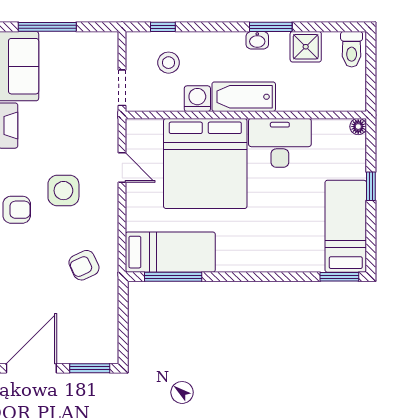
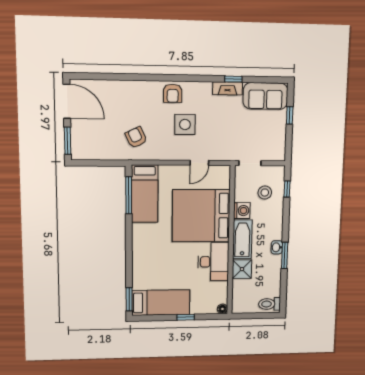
window: (47, 27) -> (290, 115), width x0.46
shower: (306, 47) -> (242, 269), moved

